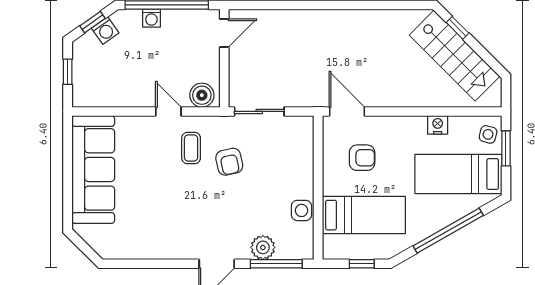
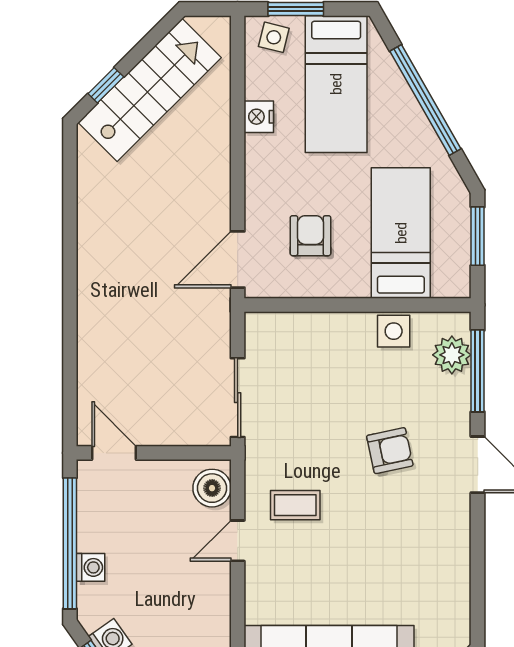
armchair: (229, 162) -> (390, 451), moved
plant: (263, 247) -> (452, 355), moved
window: (362, 264) -> (478, 236), width x1.50

